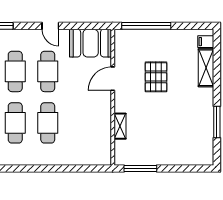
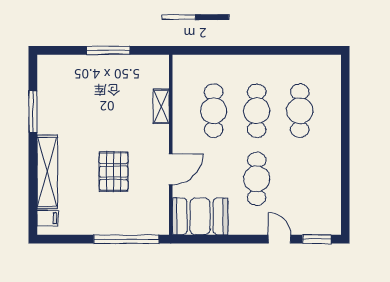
door: (50, 26) -> (279, 239), moved
shelving: (206, 68) -> (47, 172), width x1.47
cafe table: (15, 71) -> (214, 111), moved
window: (140, 168) -> (108, 50), moved

